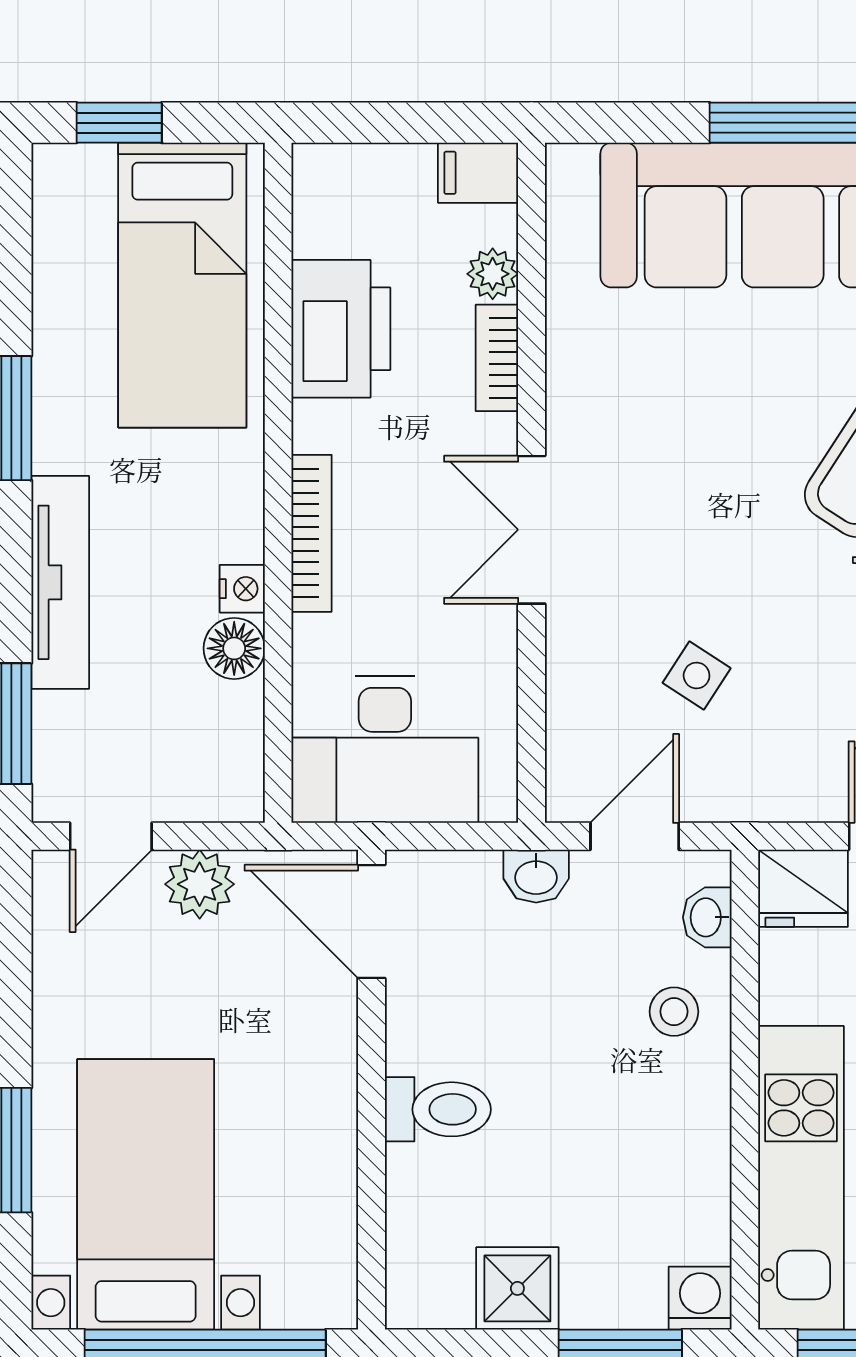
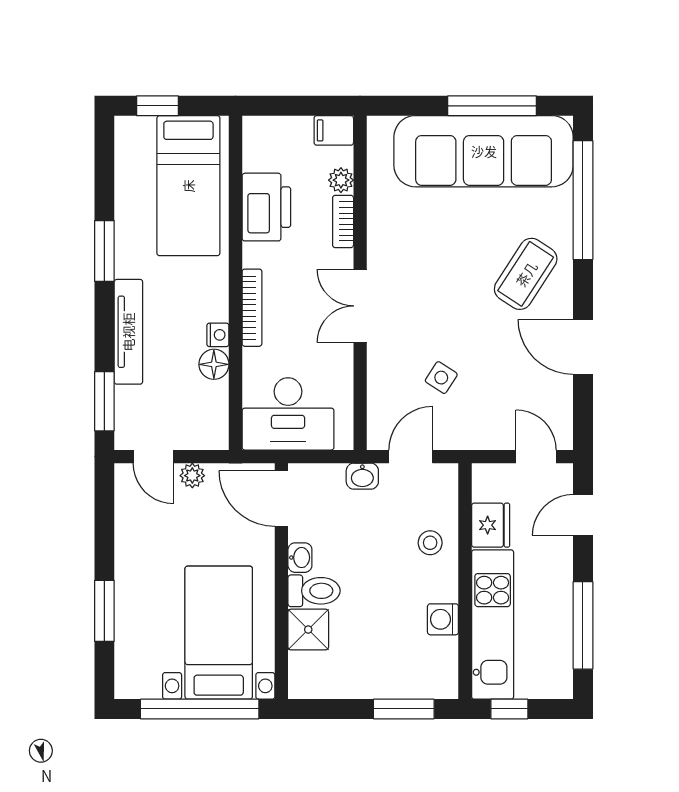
door: (111, 836) -> (153, 457), hinge flipped
plant: (200, 884) -> (192, 476), width x0.73, depth x0.73
fridge: (803, 888) -> (491, 525), moved, turned -90
washbasin: (707, 917) -> (300, 558), moved, turned 180
bed with nightstands: (146, 1194) -> (219, 633), moved
shower: (517, 1288) -> (308, 630), moved
washing machine: (700, 1298) -> (443, 619), moved, turned -90

